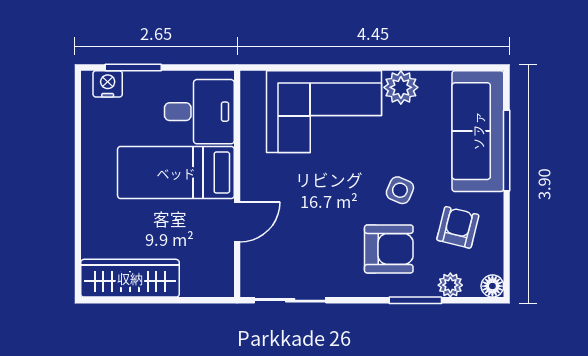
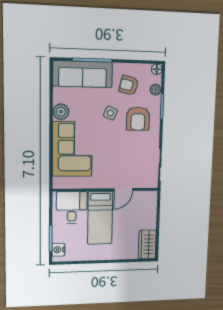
door: (237, 222) -> (123, 190), swing flipped
armchair: (389, 249) -> (138, 119), turned 180
wardrobe: (130, 278) -> (147, 245), width x0.67

